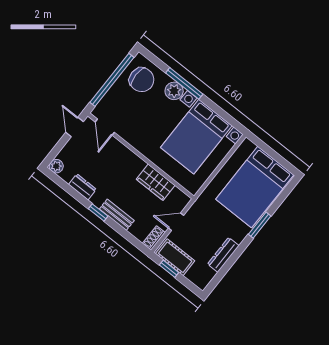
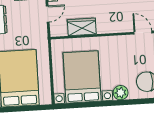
window: (184, 83) -> (118, 103), removed

